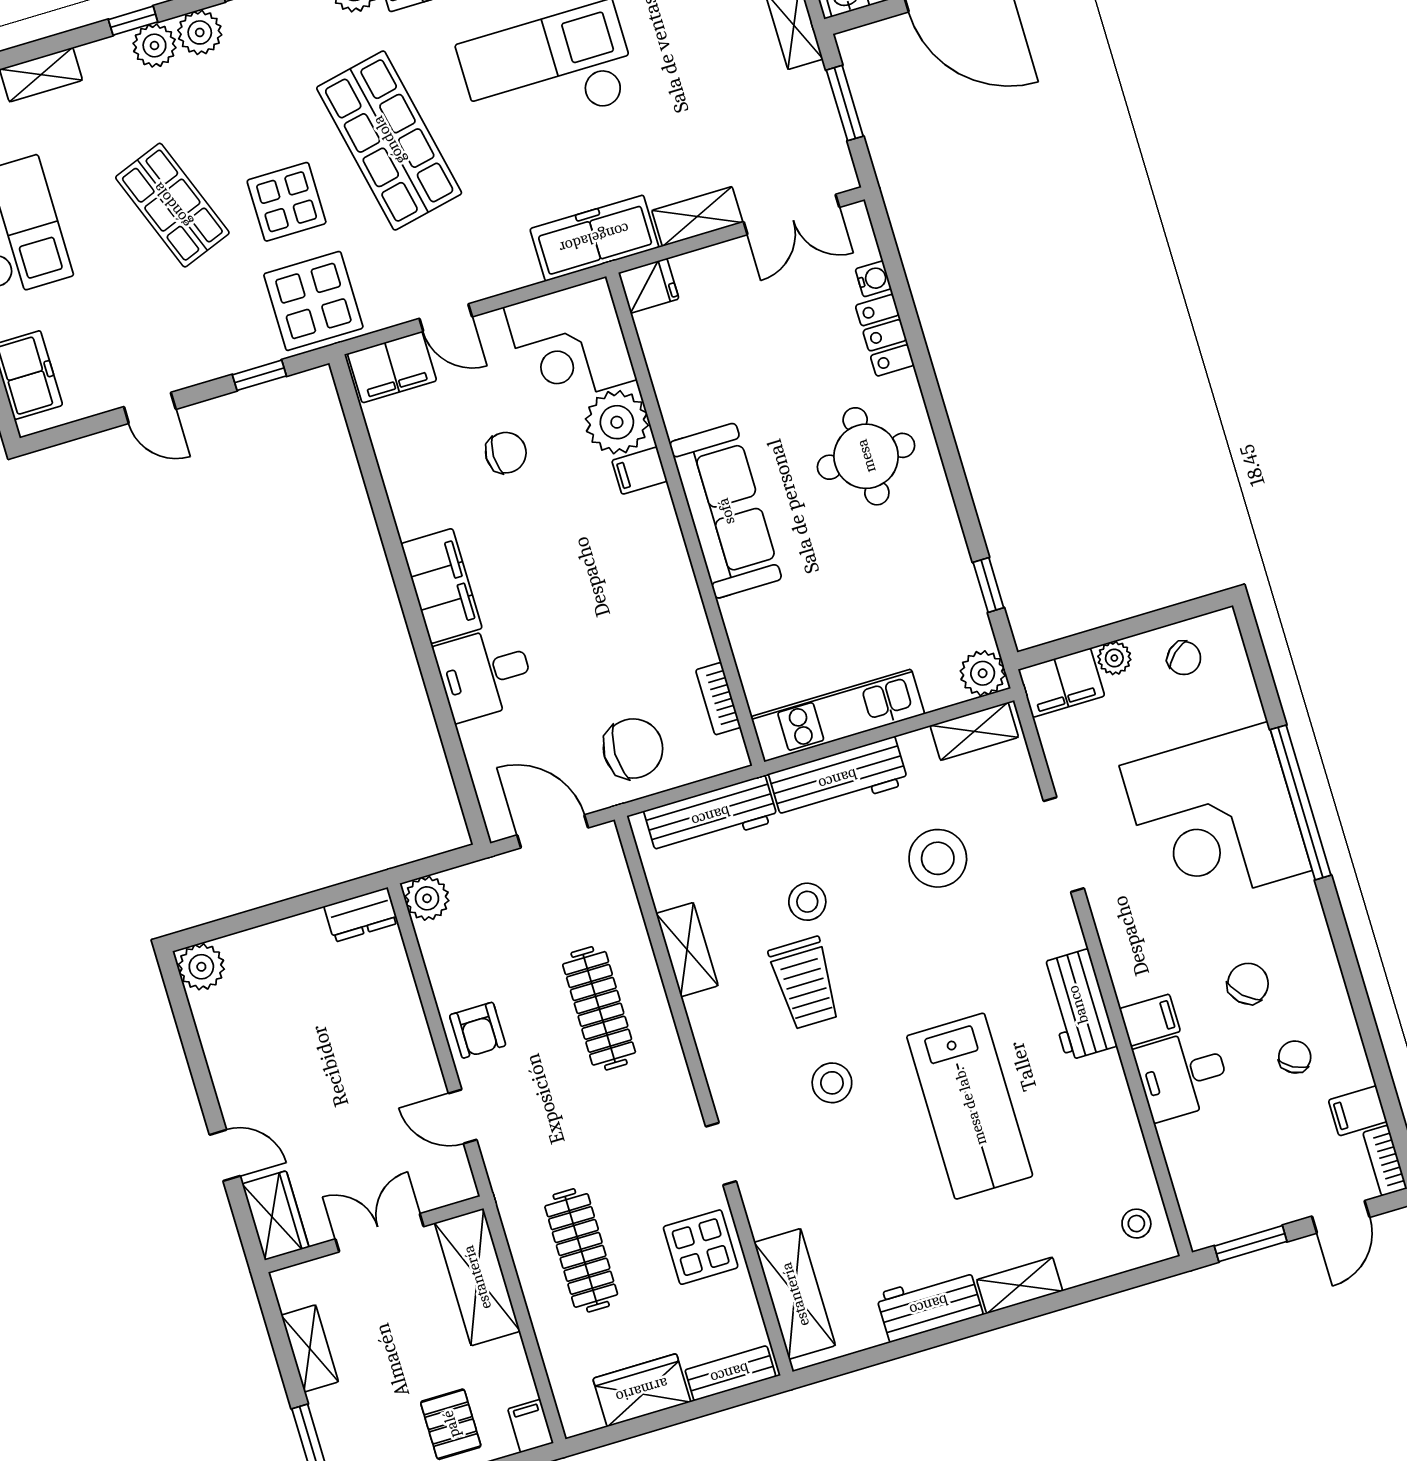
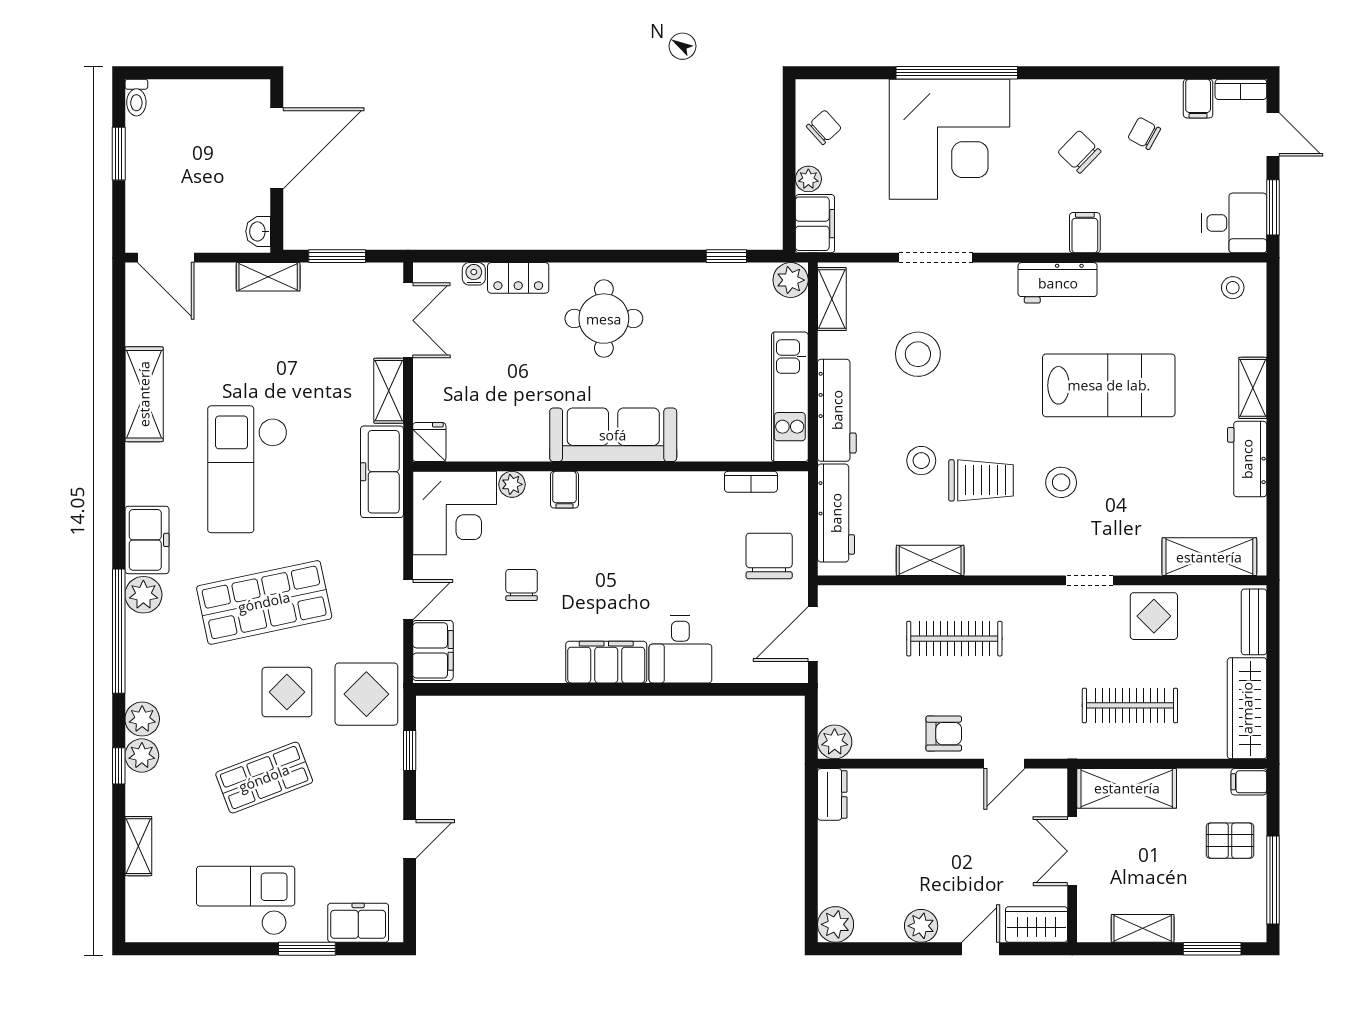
plant: (617, 422) -> (512, 484), width x0.53, depth x0.53
plant: (231, 1073) -> (921, 926), added
desk: (1182, 1075) -> (1234, 223), moved, turned -90
wardrobe: (642, 1390) -> (1247, 708), width x1.50

